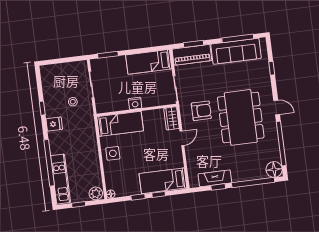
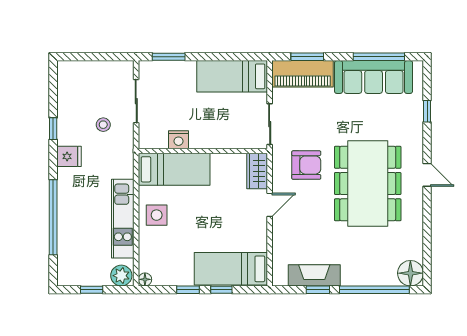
nightstand: (135, 103) -> (178, 140), moved
window: (281, 144) -> (427, 233), removed
kitchen unit: (60, 179) -> (123, 219), moved, turned 180

